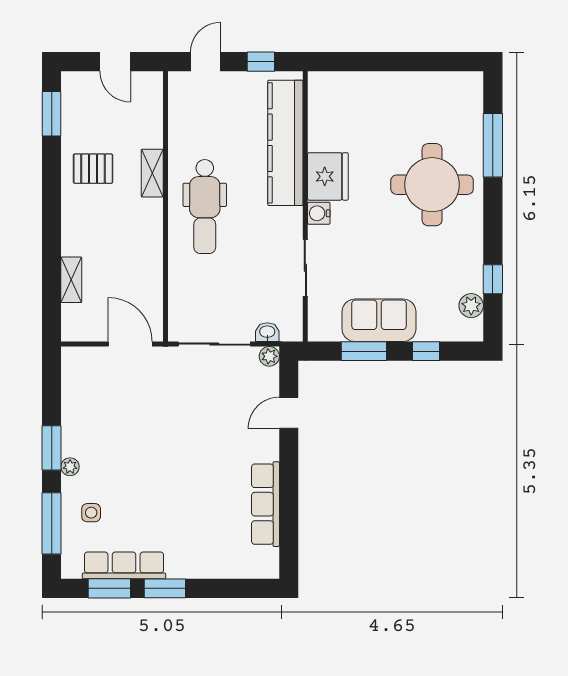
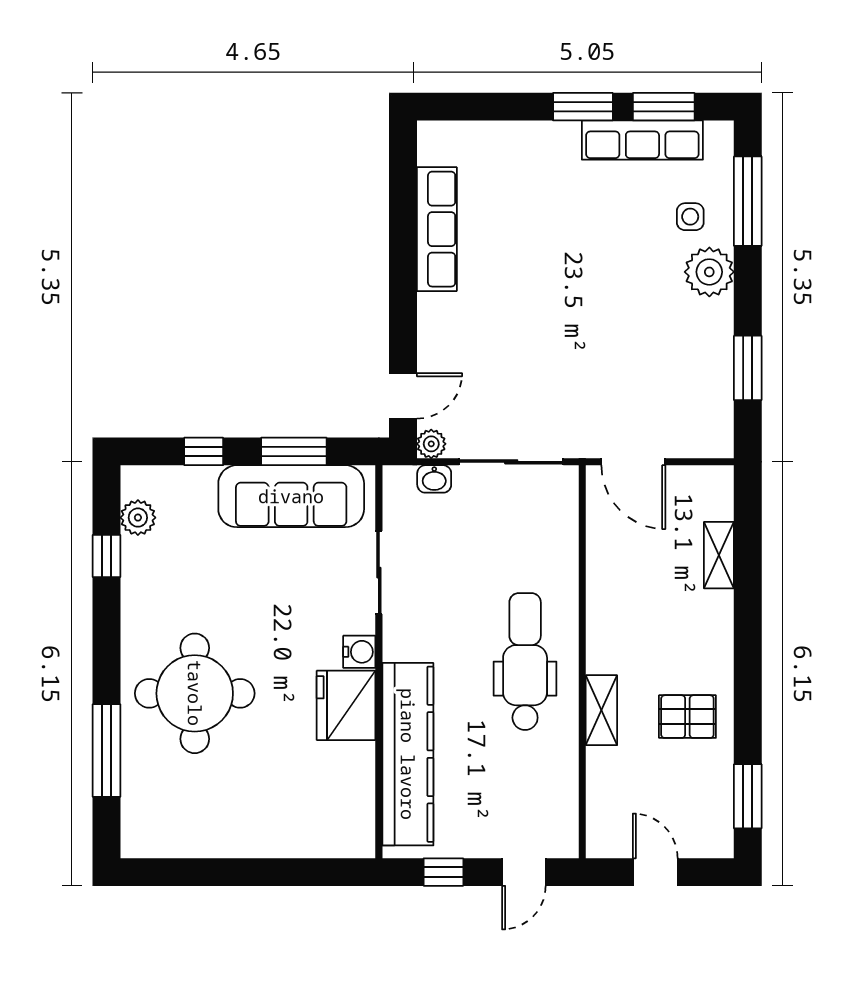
sofa: (379, 320) -> (291, 496), width x1.36
door: (289, 413) -> (403, 396), moved
window: (52, 448) -> (748, 368), moved
plant: (70, 467) -> (709, 272), width x1.88, depth x1.88

